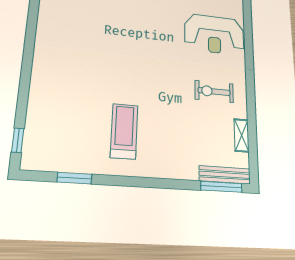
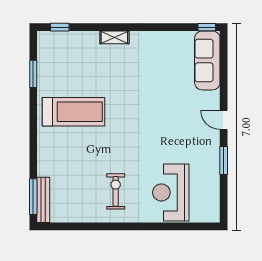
treadmill: (124, 131) -> (74, 112), width x1.37, depth x1.38
shelving: (242, 135) -> (114, 37), moved

